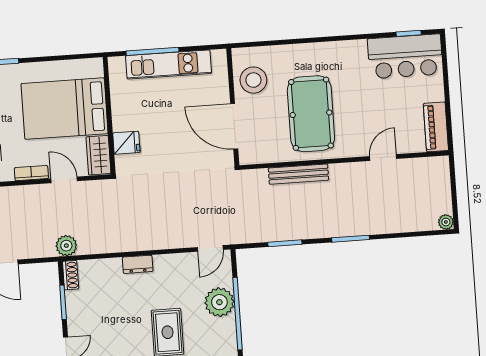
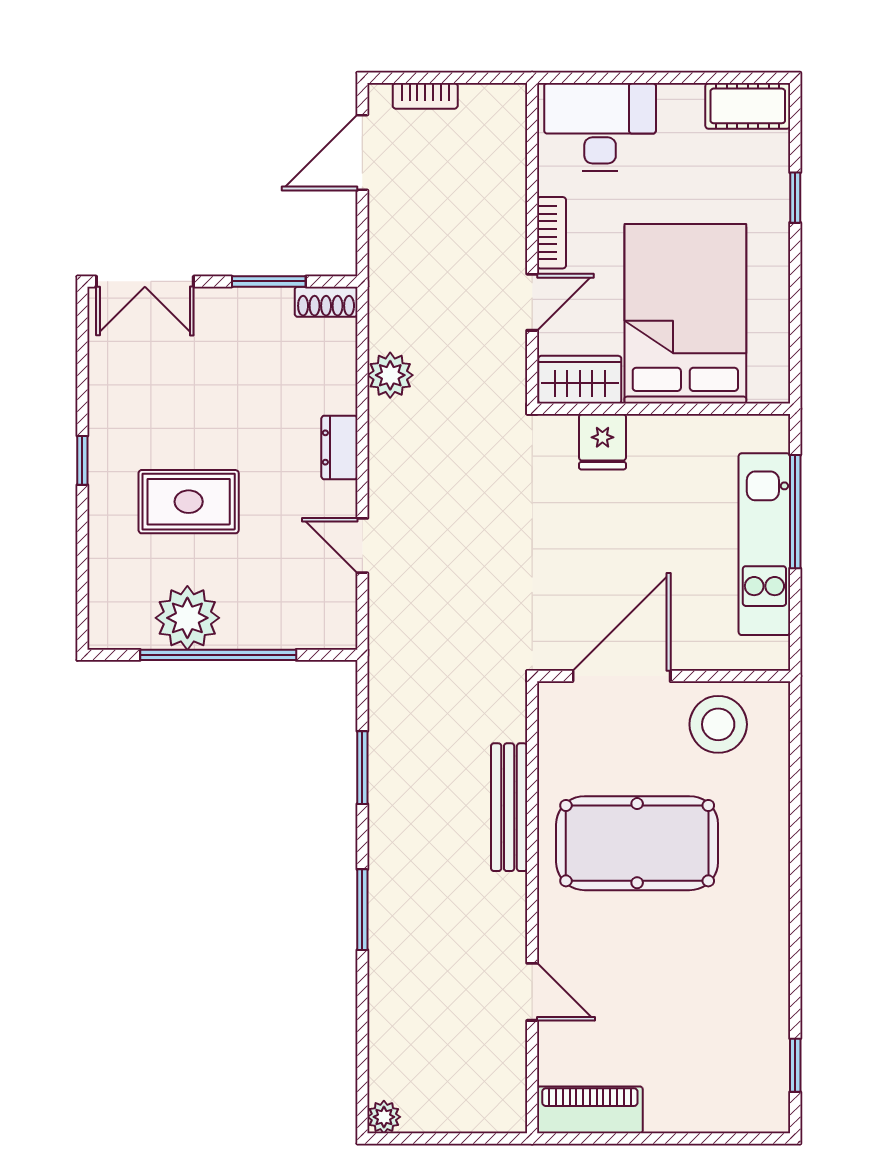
bar counter: (405, 56) -> (746, 1055), removed
plant: (66, 246) -> (390, 375), moved
door: (210, 248) -> (362, 546), moved
plant: (219, 302) -> (187, 618), moved

